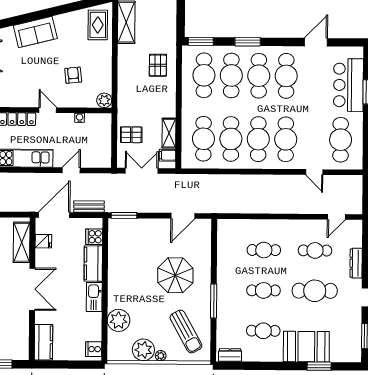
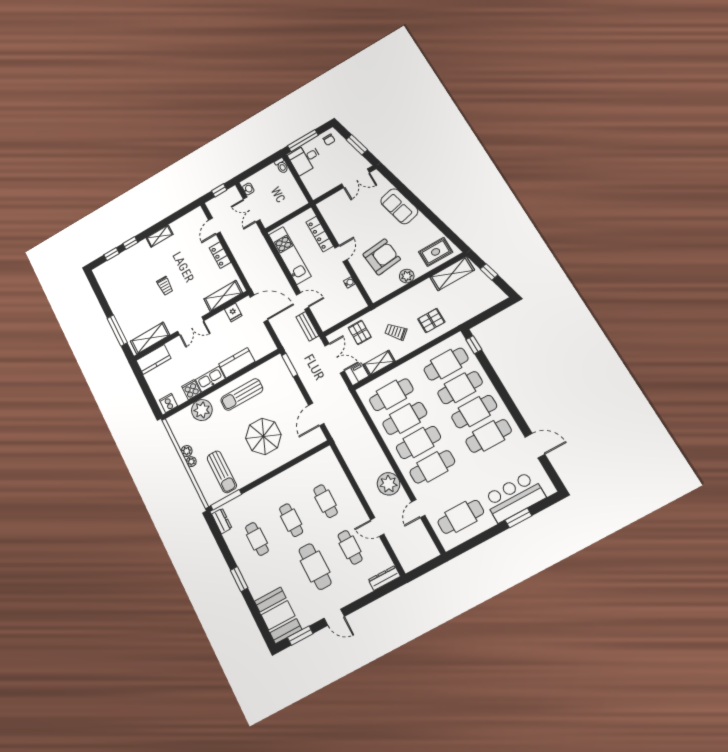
window: (201, 41) -> (474, 345), width x0.67
window: (248, 42) -> (498, 385), removed
armchair: (73, 75) -> (382, 257), width x1.88, depth x1.88
plant: (104, 100) -> (407, 276), moved
trolley: (150, 102) -> (396, 332), added
plant: (279, 186) -> (389, 484), added
bench: (89, 207) -> (307, 326), moved
door: (183, 216) -> (316, 414), hinge flipped
door: (336, 217) -> (377, 527), moved
cooker: (94, 237) -> (191, 390), moved
dresser: (356, 263) -> (384, 578), moved
sun lounger: (126, 275) -> (242, 394), added
double door: (32, 289) -> (191, 326), width x0.73
window: (214, 301) -> (226, 500), moved
sun lounger: (186, 331) -> (222, 472), turned -61
shelving: (21, 335) -> (150, 338), added
booth: (306, 347) -> (278, 615), moved
plant: (143, 350) -> (187, 451), width x0.53, depth x0.53
window: (319, 366) -> (239, 579), moved

